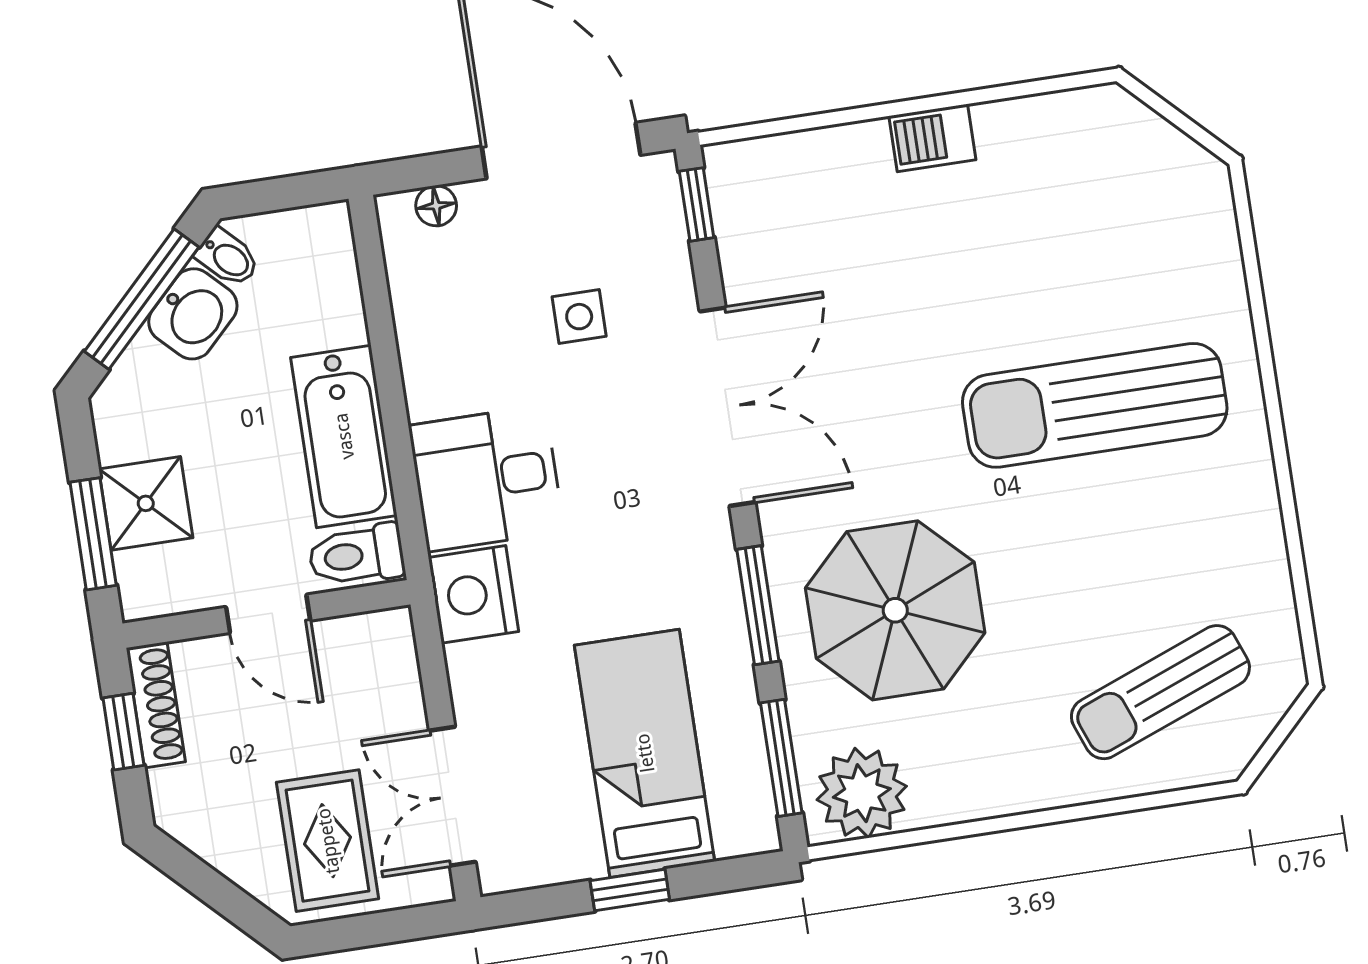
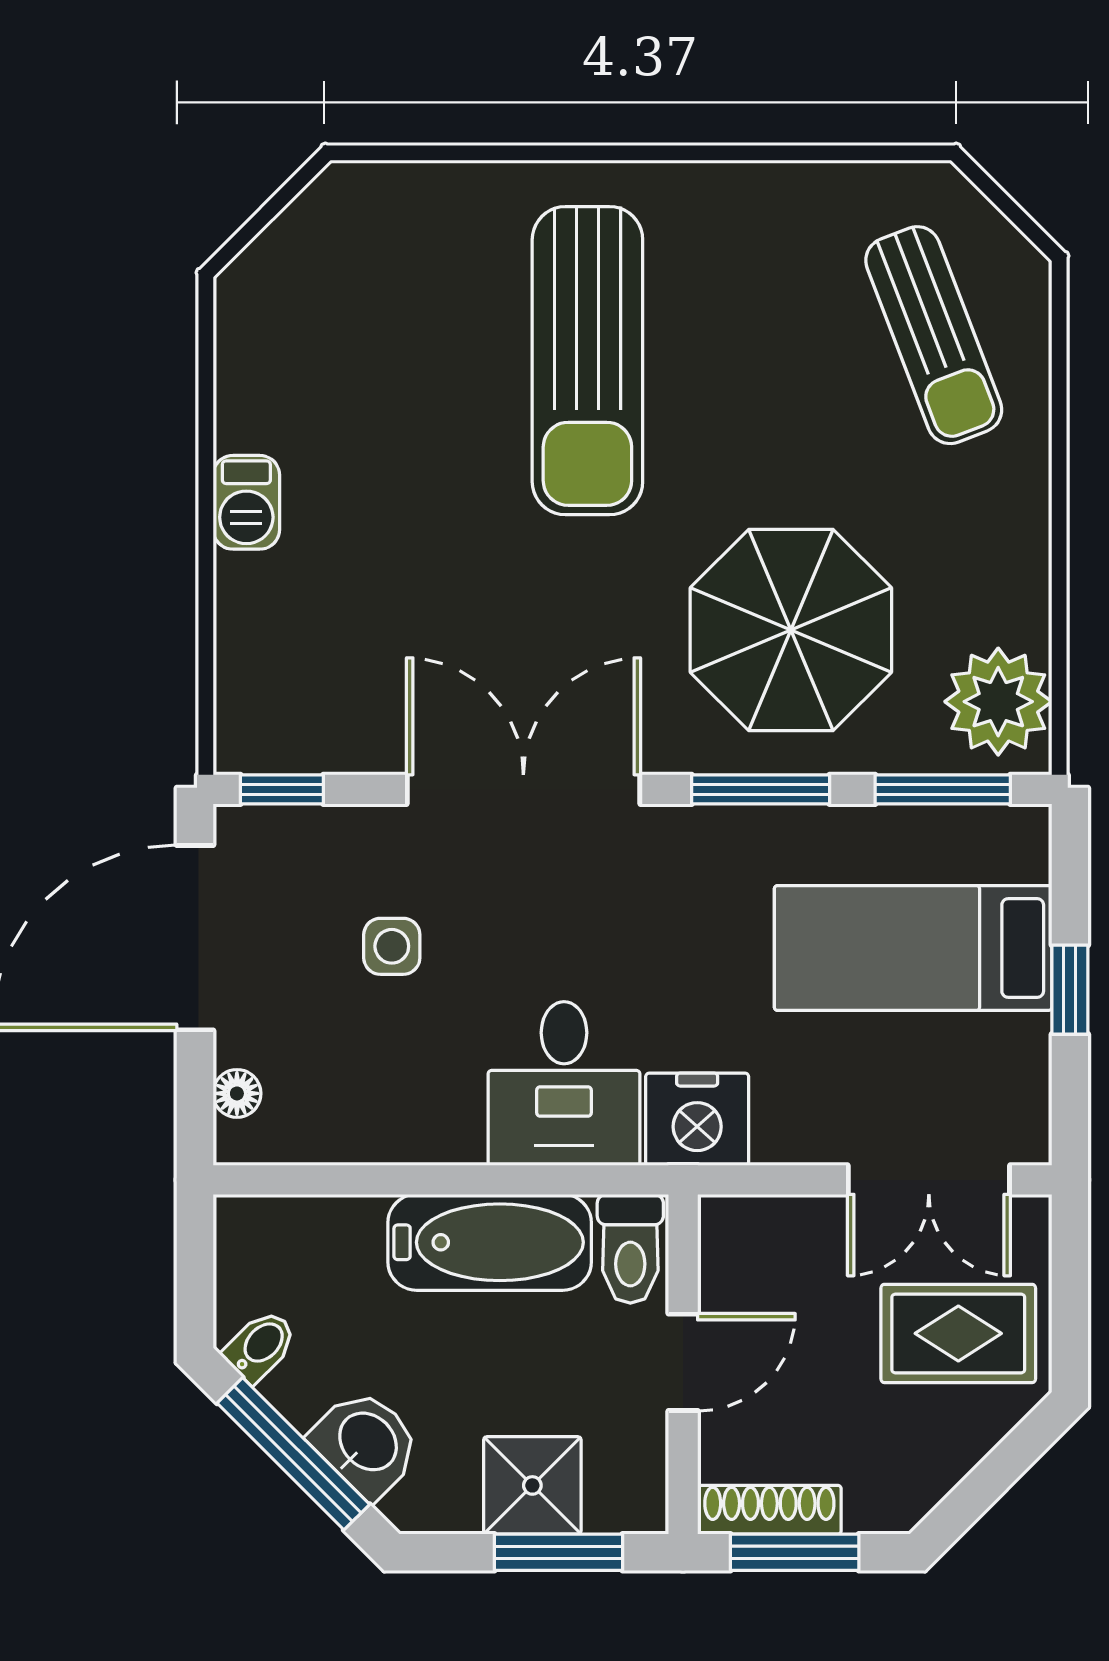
washbasin: (193, 314) -> (366, 1443), moved
window: (123, 732) -> (795, 1552), width x1.50

